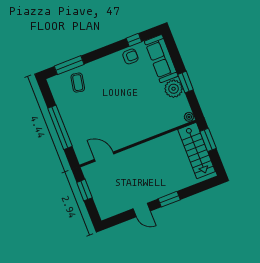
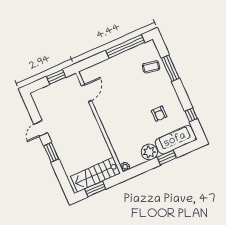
armchair: (130, 56) -> (159, 114), moved
window: (69, 65) -> (170, 68), moved
window: (186, 82) -> (167, 157), moved
window: (60, 127) -> (125, 46), moved
window: (208, 140) -> (95, 189), moved

